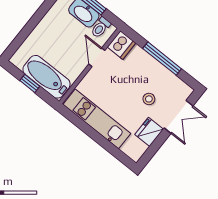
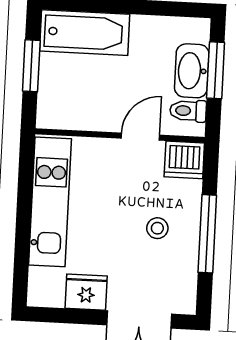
bathtub: (46, 77) -> (85, 33), moved, turned 90
window: (30, 83) -> (31, 66), width x1.50
stool: (149, 99) -> (157, 228), moved

